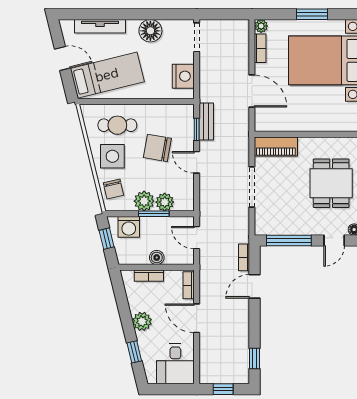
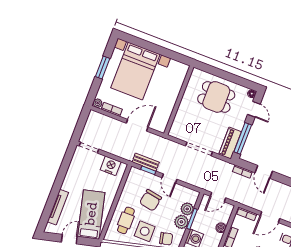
floor lamp: (150, 31) -> (73, 176), removed
piano: (276, 146) -> (230, 143), moved, turned 180
door: (197, 162) -> (169, 178), hinge flipped

